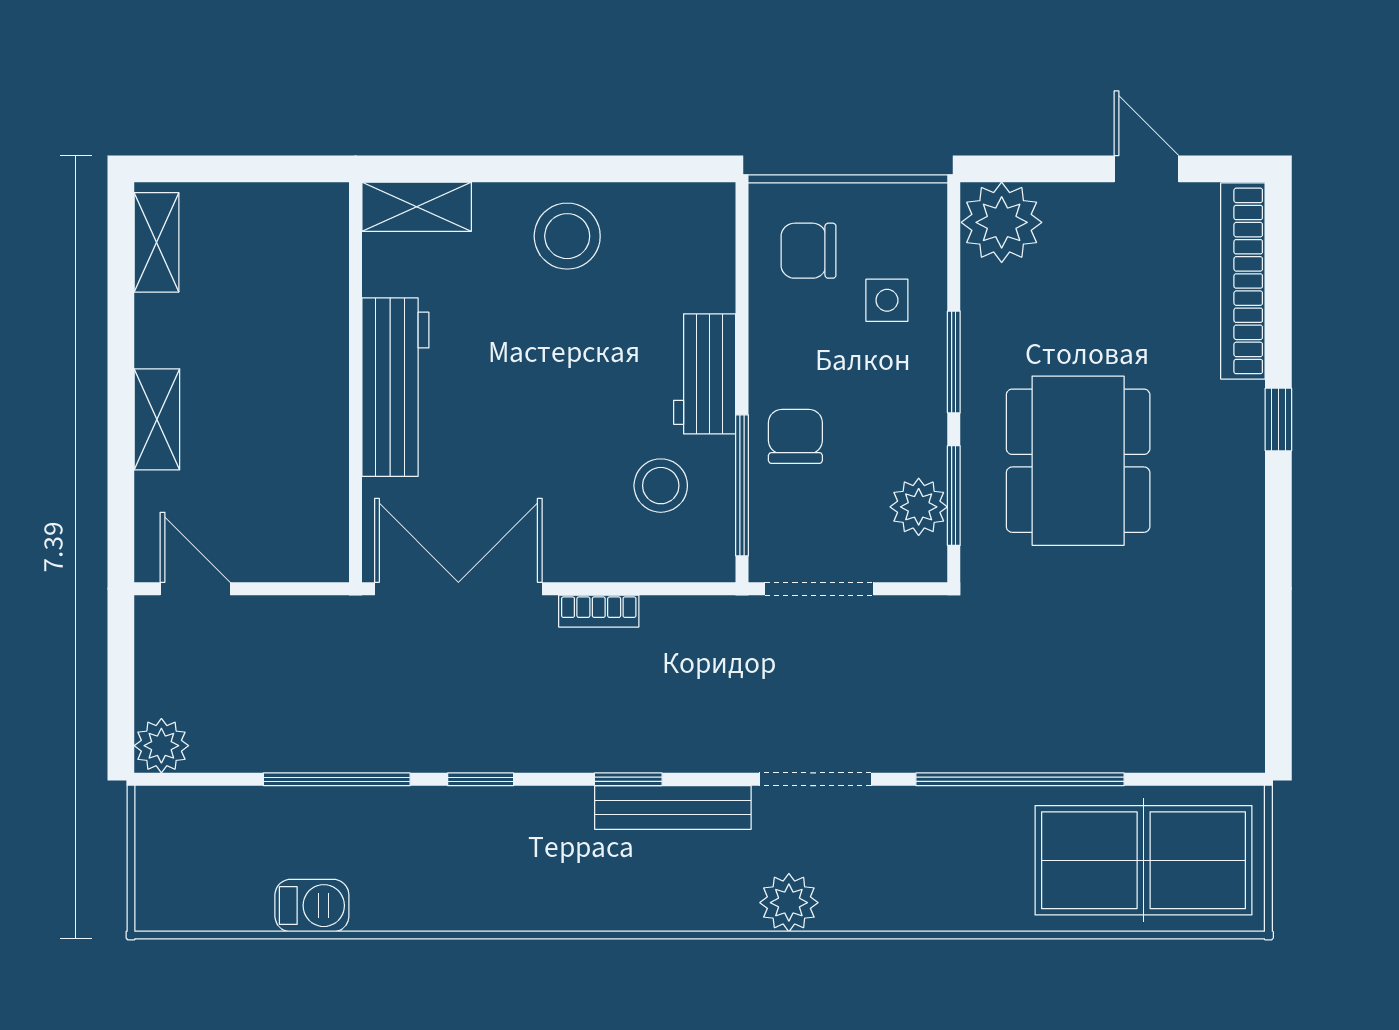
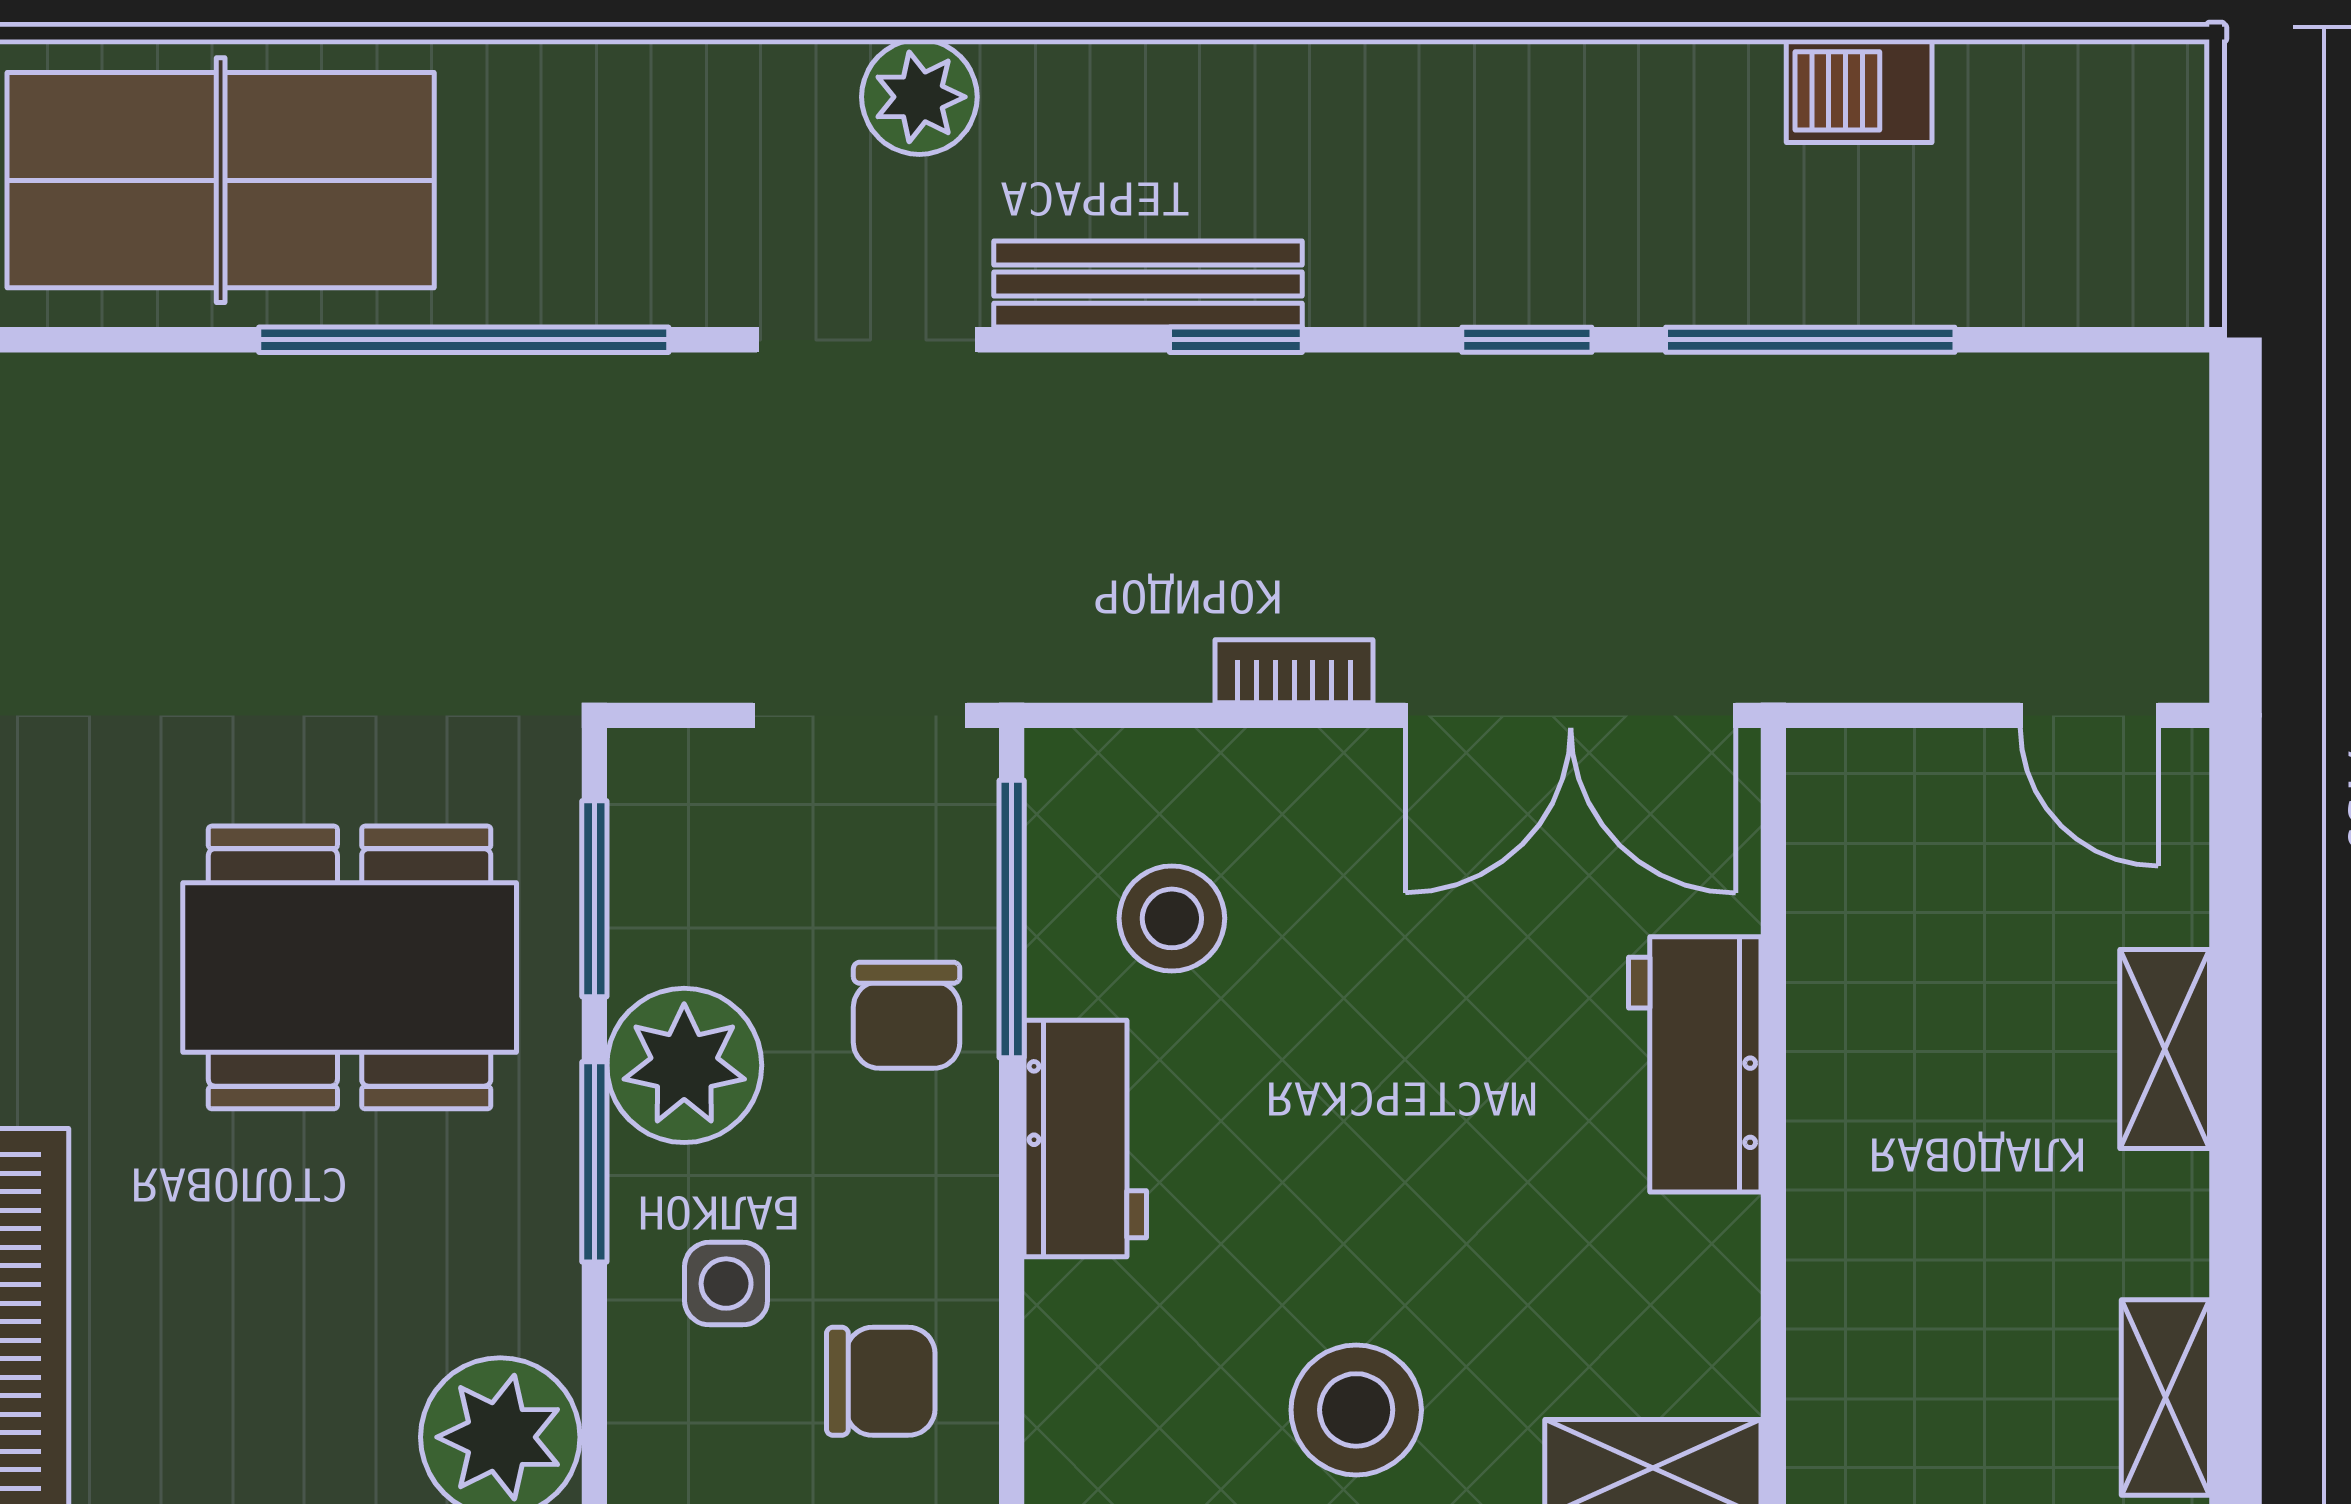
workbench: (395, 387) -> (1695, 1064), width x0.73
dining table: (1078, 461) -> (350, 967), turned 90
plant: (919, 507) -> (684, 1065), moved, width x1.36, depth x1.36
plant: (161, 746) -> (2156, 406), removed

